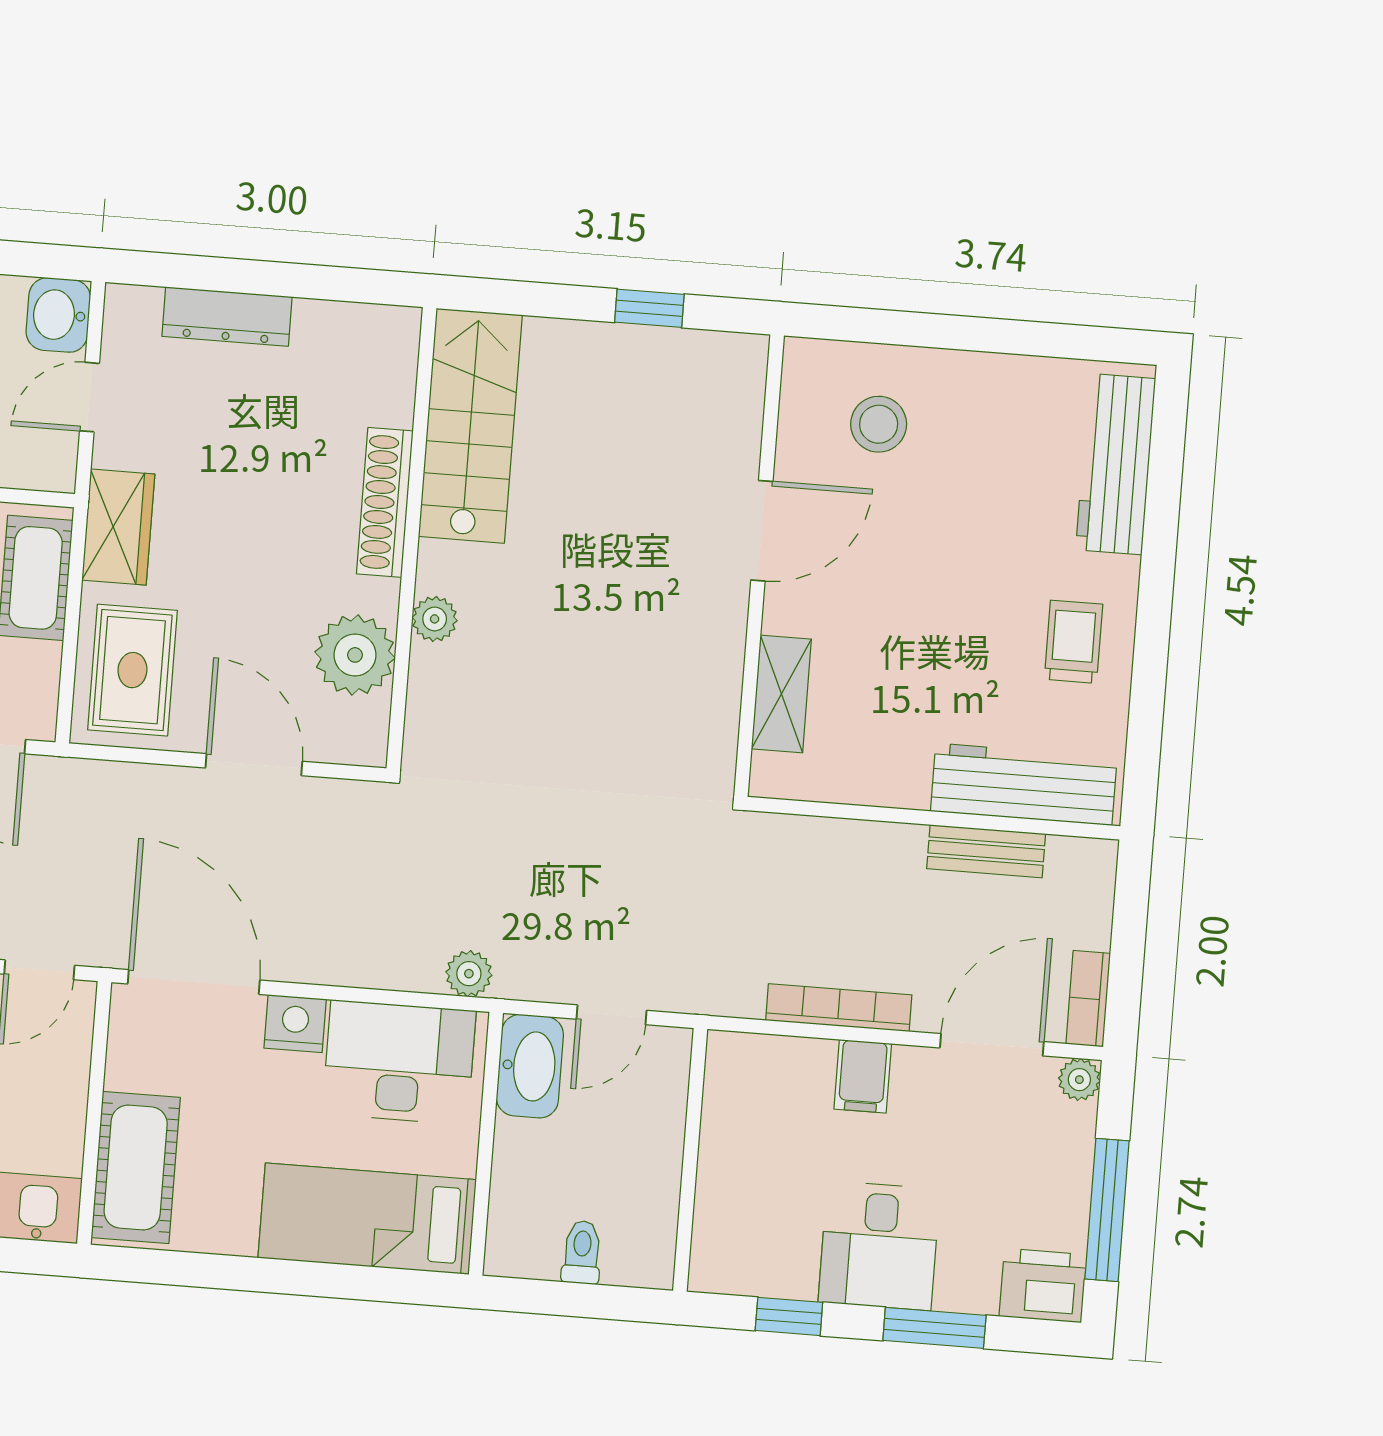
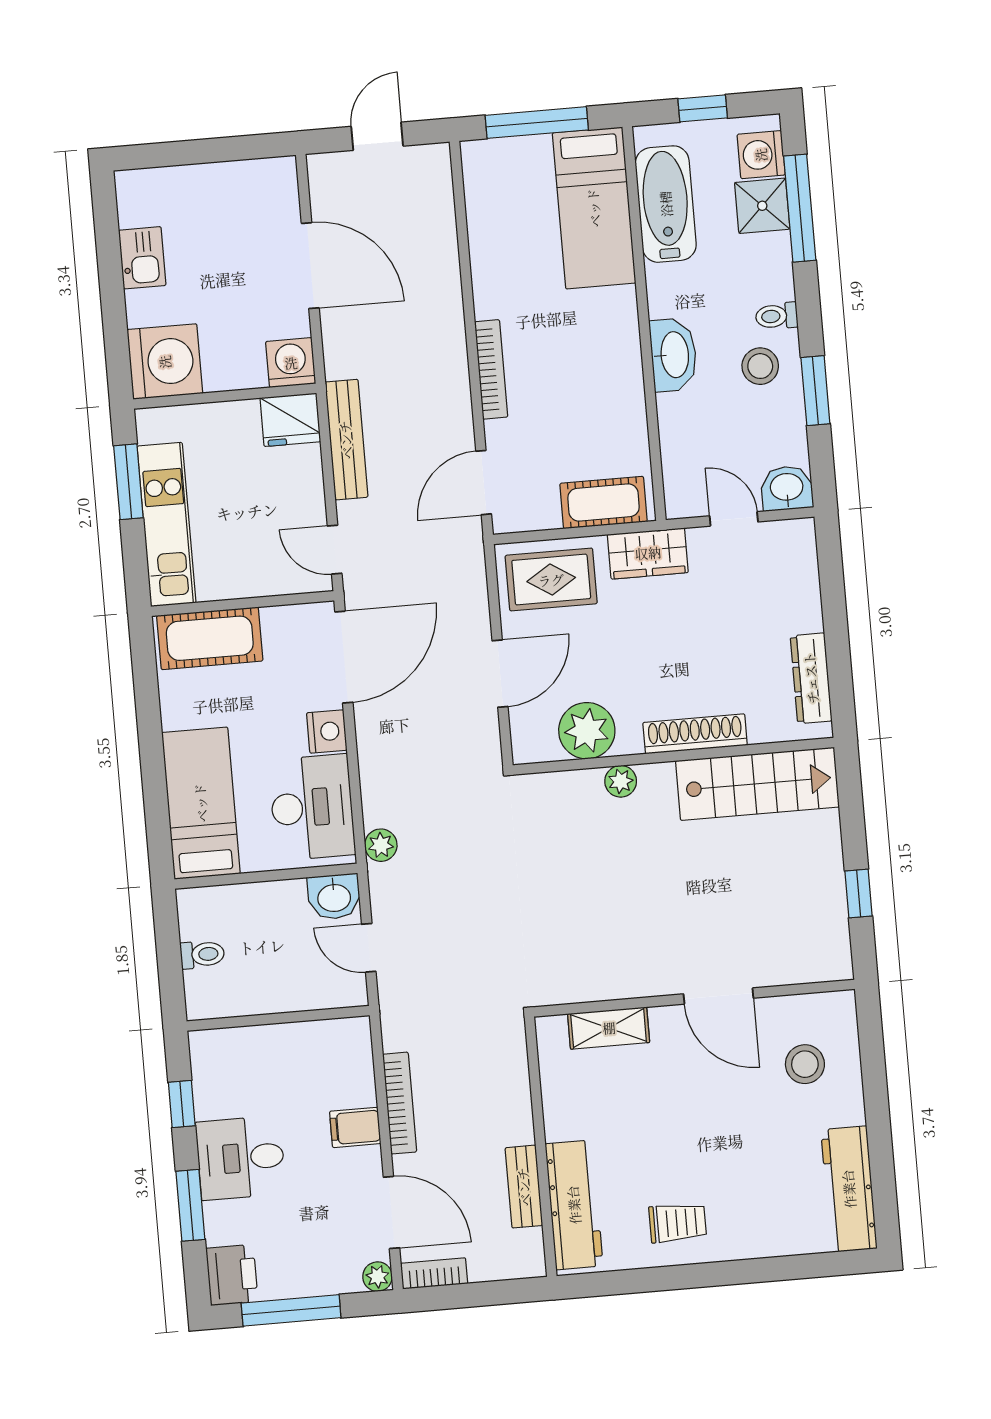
dresser: (227, 317) -> (811, 678), moved
workbench: (1116, 464) -> (849, 1189), moved, turned -90
washbasin: (530, 1066) -> (334, 897), width x0.72

